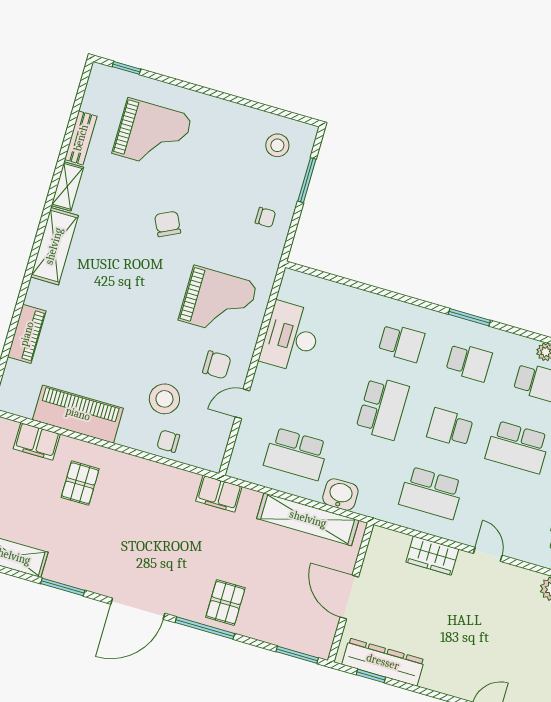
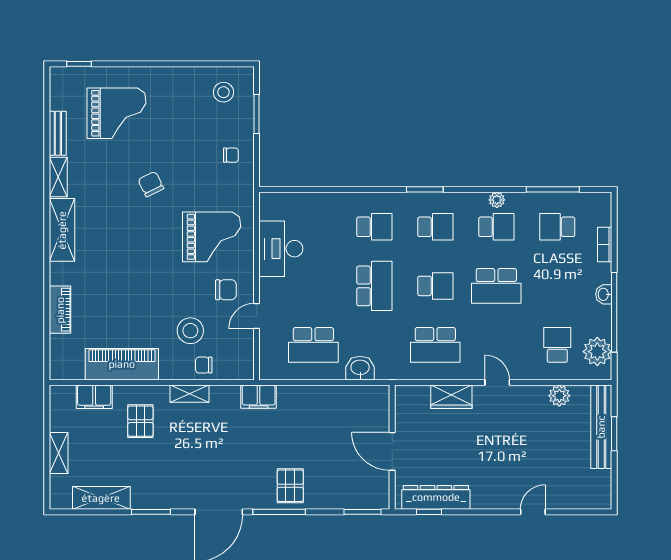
school desk: (450, 428) -> (435, 286), turned 180
shelving: (308, 519) -> (189, 394), moved, width x0.45, depth x0.75

